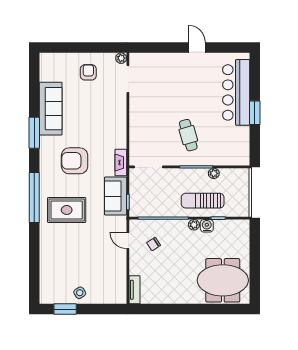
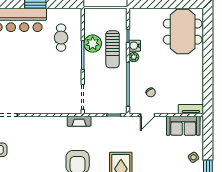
cafe table: (188, 135) -> (61, 38), moved, turned -74
plant: (214, 173) -> (93, 44), width x1.87, depth x1.87
sofa: (116, 196) -> (183, 126), moved

